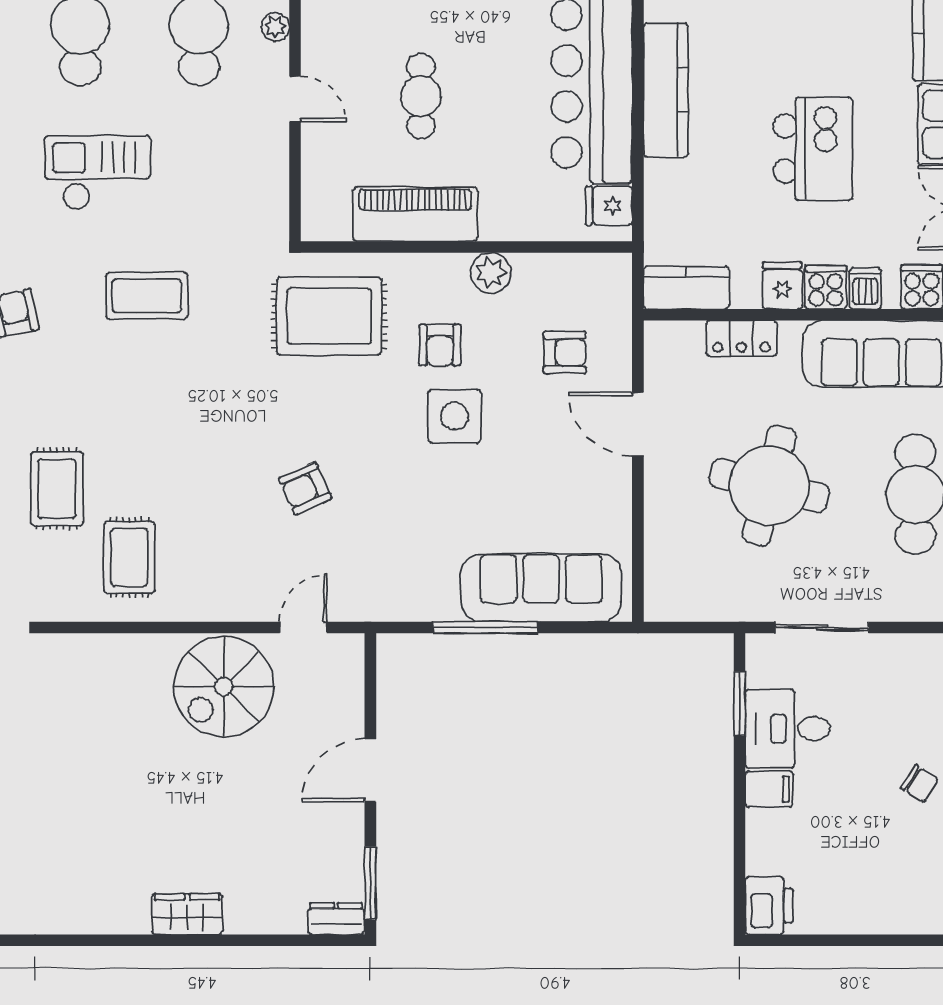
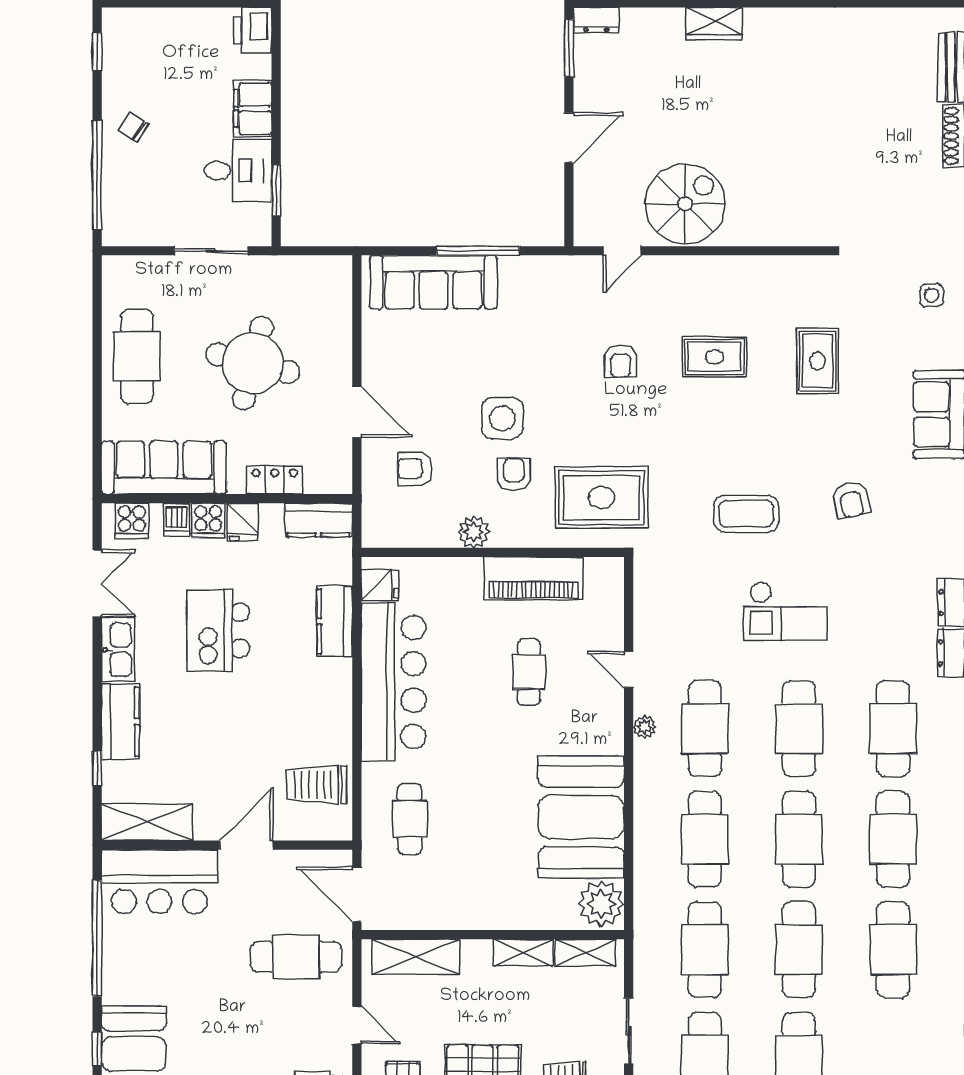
kitchen counter: (666, 90) -> (335, 621), moved, width x0.67
armchair: (305, 488) -> (621, 361), turned 114
rug: (129, 557) -> (714, 357), moved, turned 90
filing cabinet: (769, 789) -> (253, 108), width x2.00

